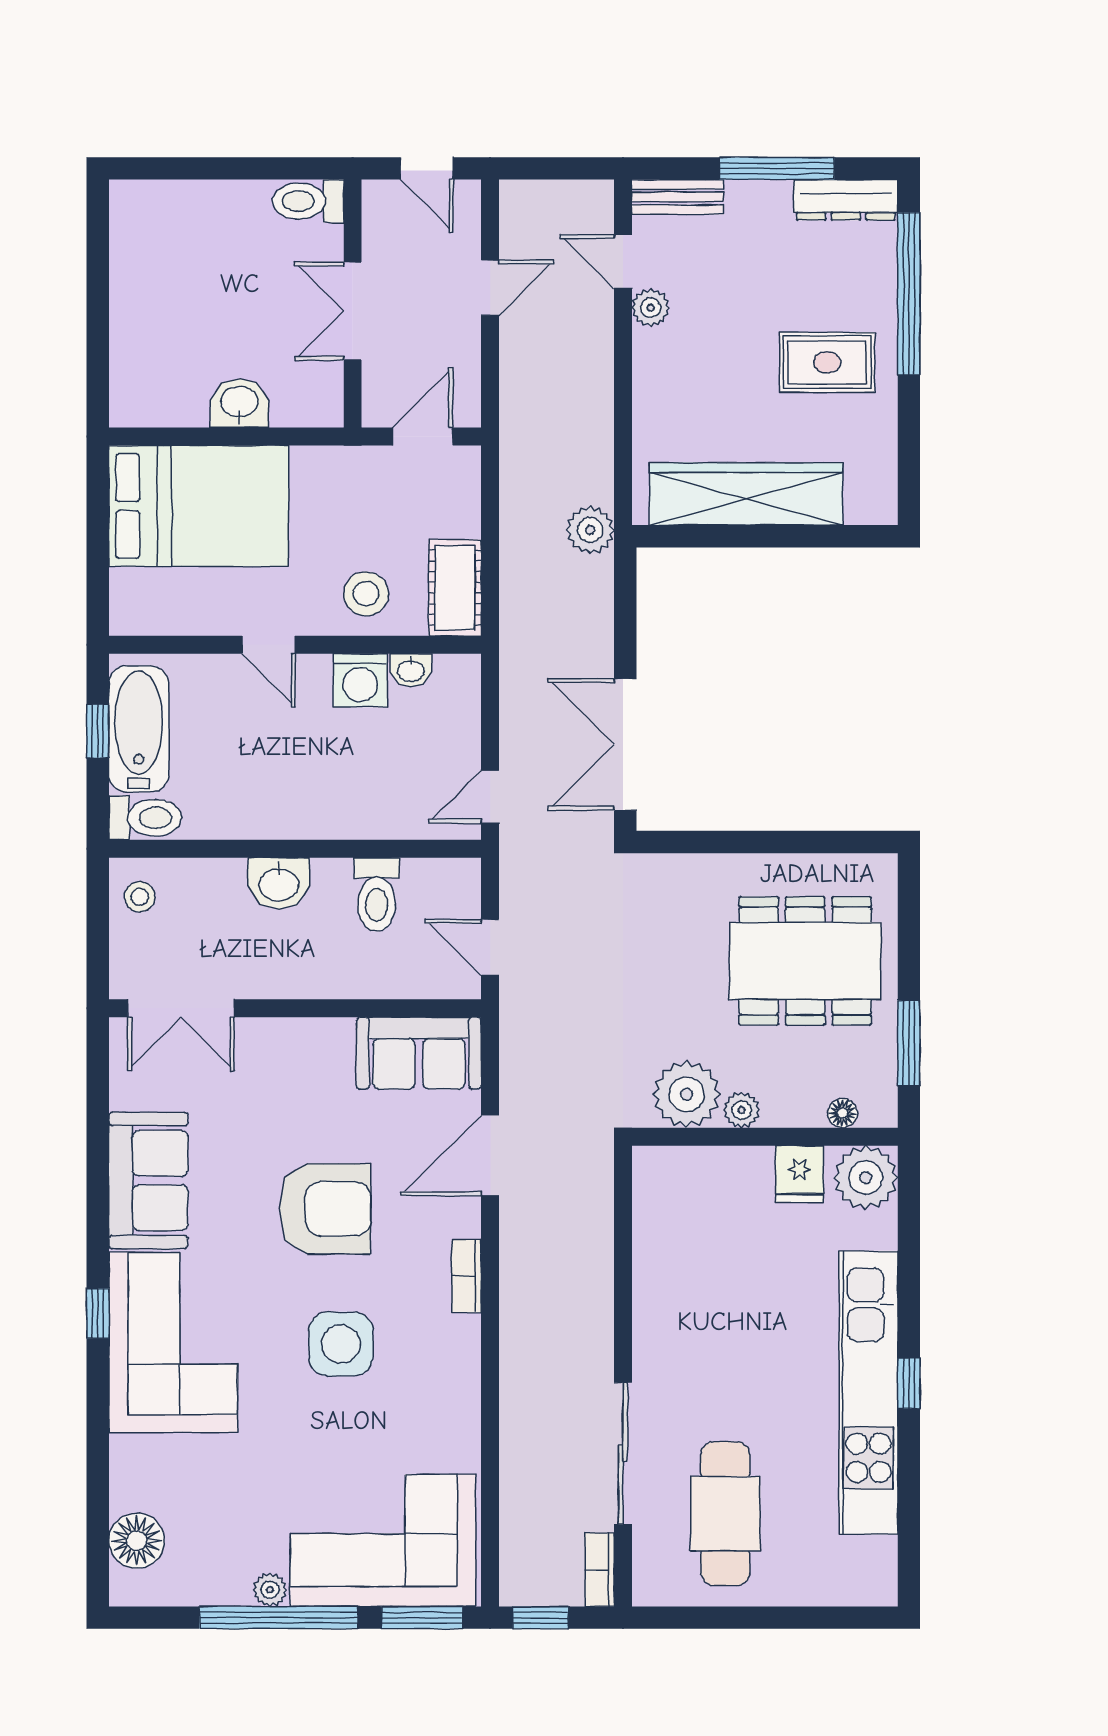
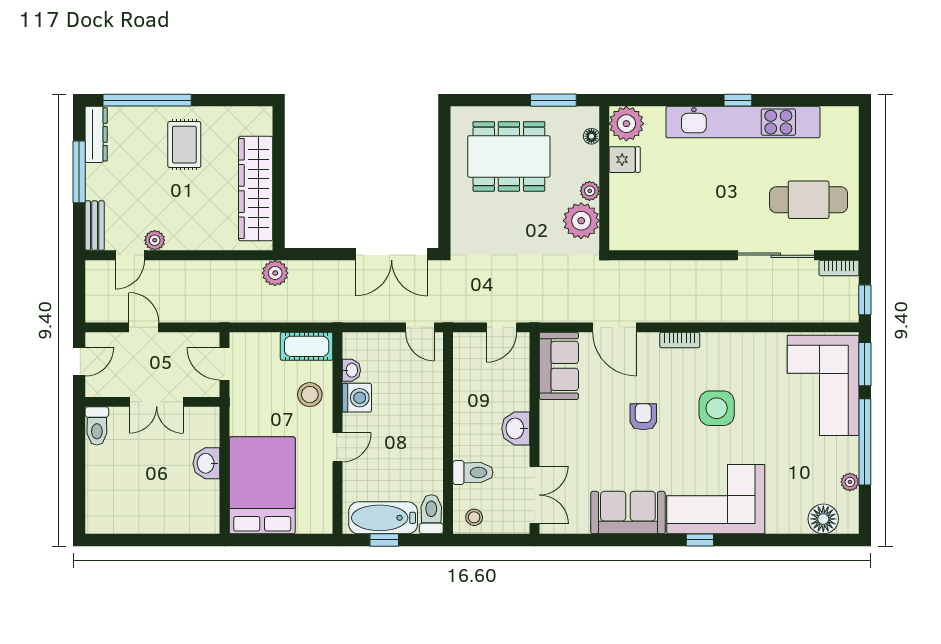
washbasin: (279, 883) -> (516, 429), moved, turned 180
toilet: (377, 895) -> (473, 473), moved
dining table: (805, 961) -> (509, 156), turned 90
armchair: (325, 1209) -> (643, 417), width x0.53, depth x0.53
plant: (270, 1590) -> (850, 482), moved

